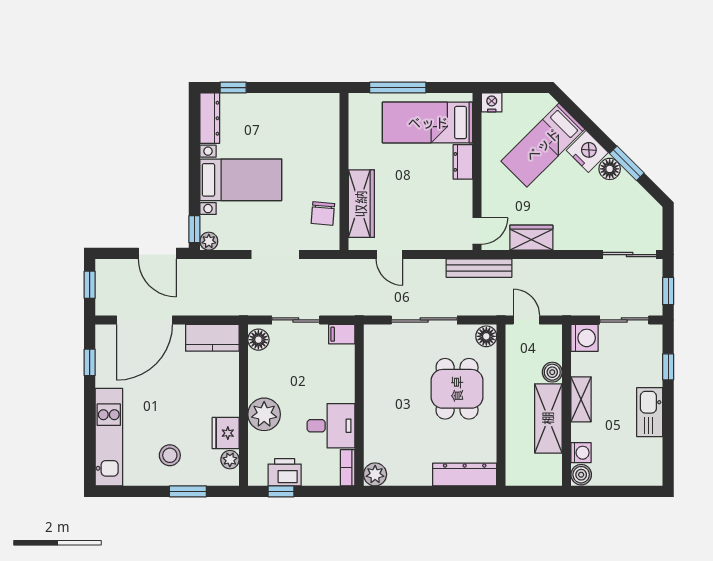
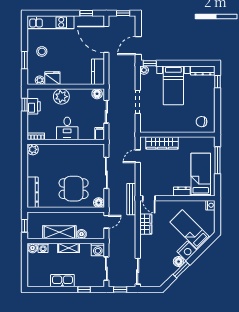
chair: (323, 213) -> (202, 122), moved
desk: (331, 426) -> (67, 128), moved
window: (535, 491) -> (25, 226), added

